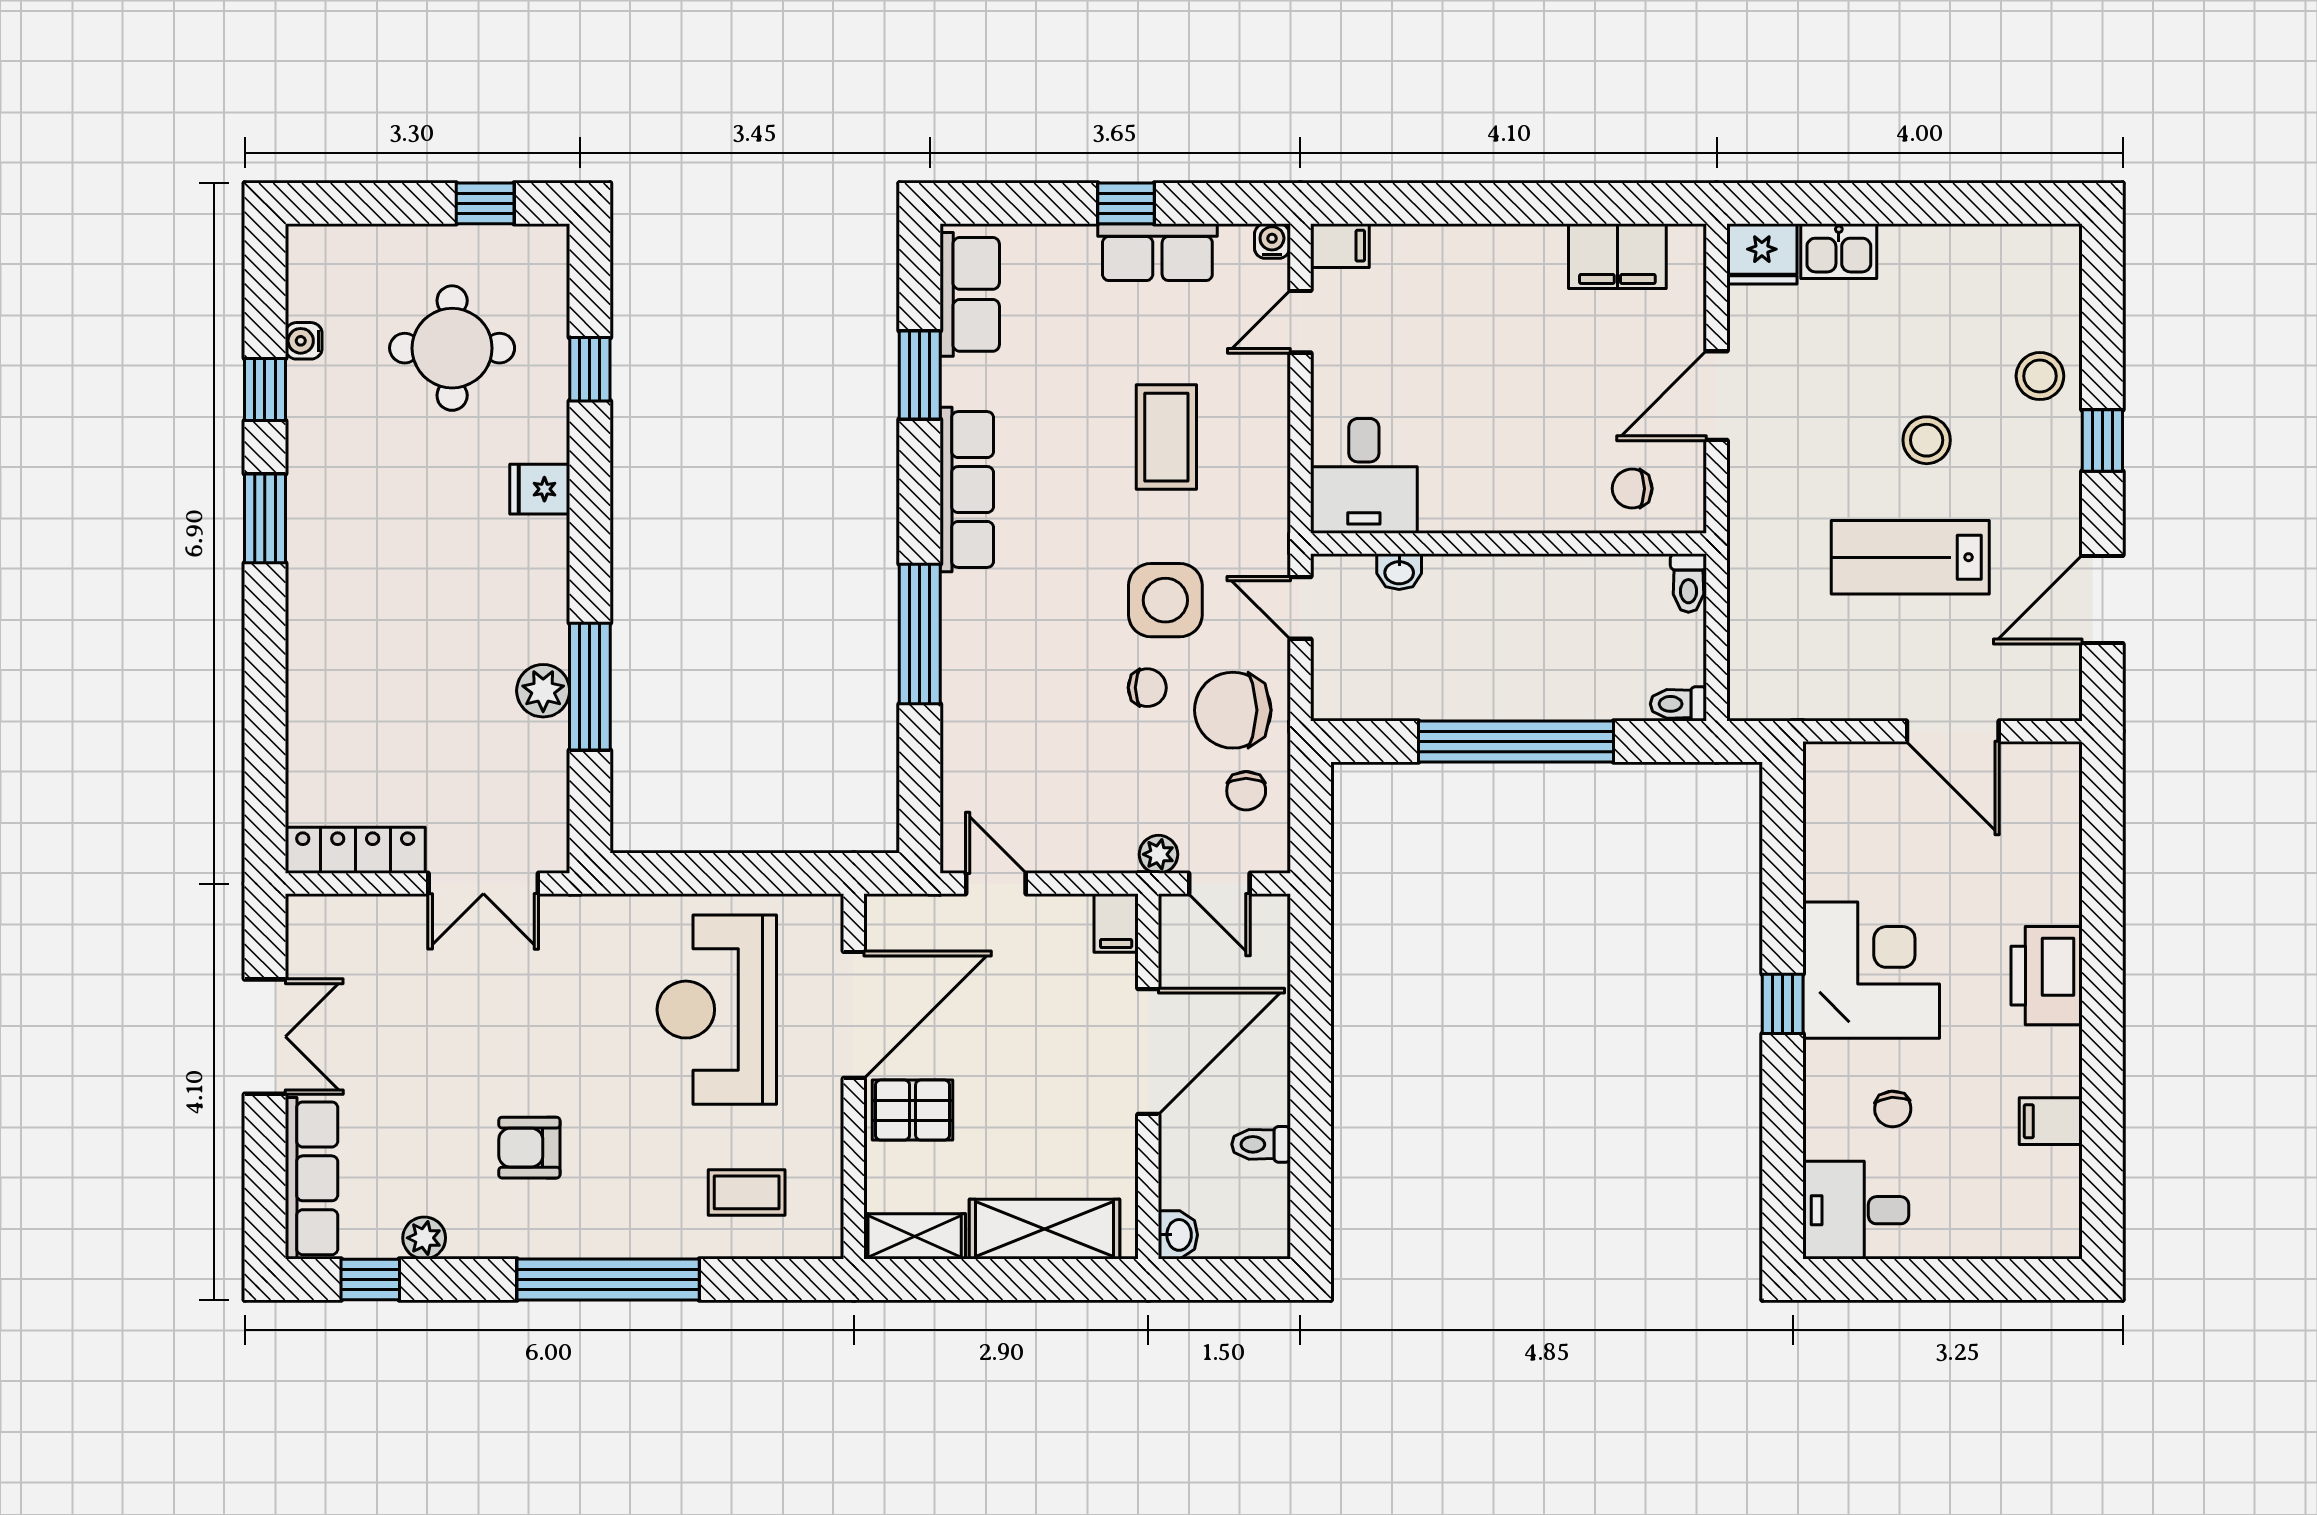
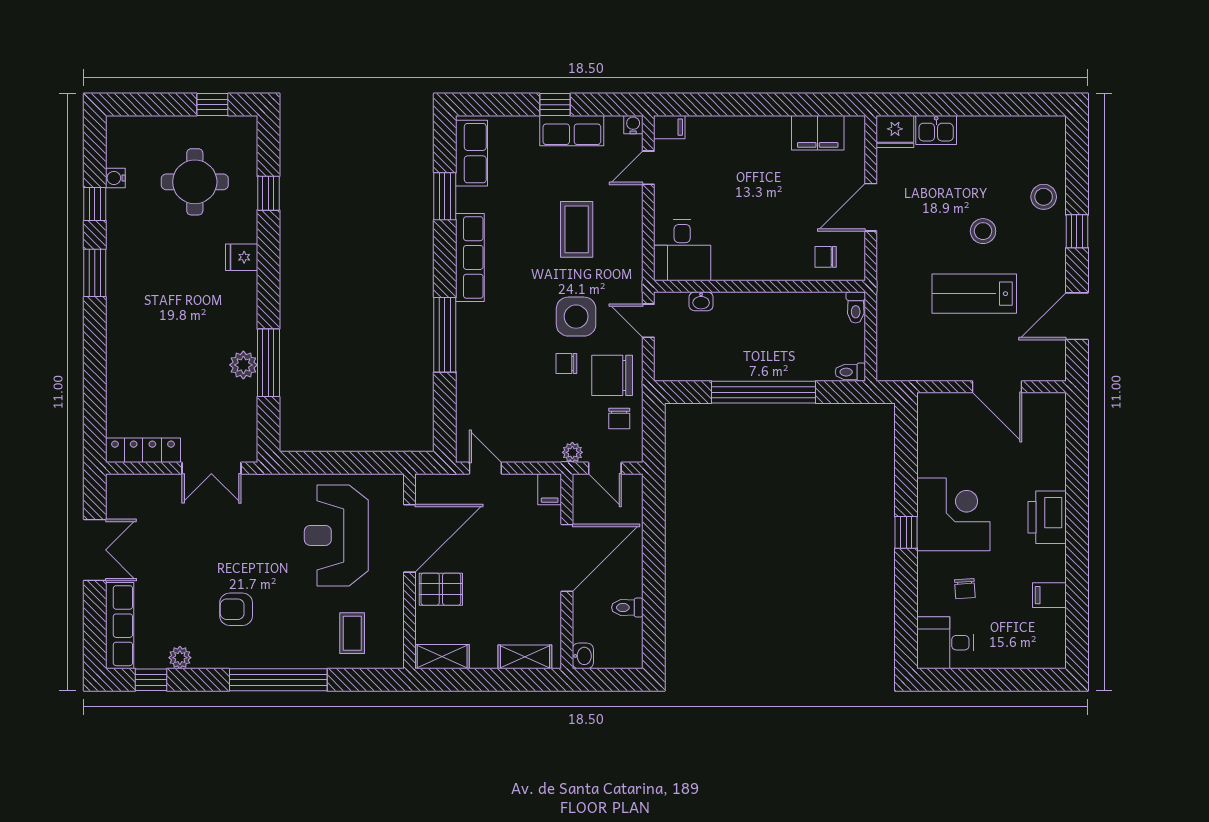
chair: (1147, 688) -> (566, 363), turned 180
coffee table: (747, 1192) -> (352, 633), turned 90
shelving: (1045, 1229) -> (525, 657), width x0.67, depth x0.75

